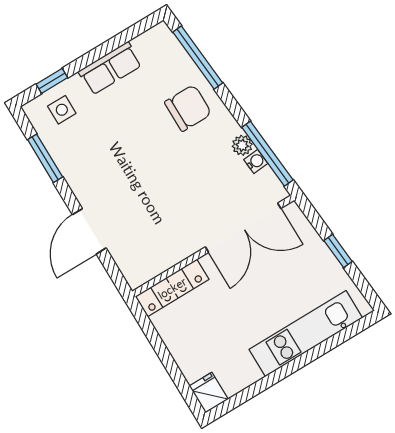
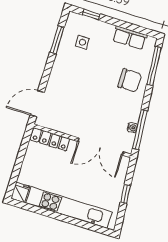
row of seats: (110, 68) -> (130, 38), moved
side table: (62, 110) -> (82, 42), moved
plant: (242, 145) -> (134, 116), removed
door: (89, 231) -> (37, 104), moved
kitchen unit: (306, 334) -> (69, 207), width x1.36

